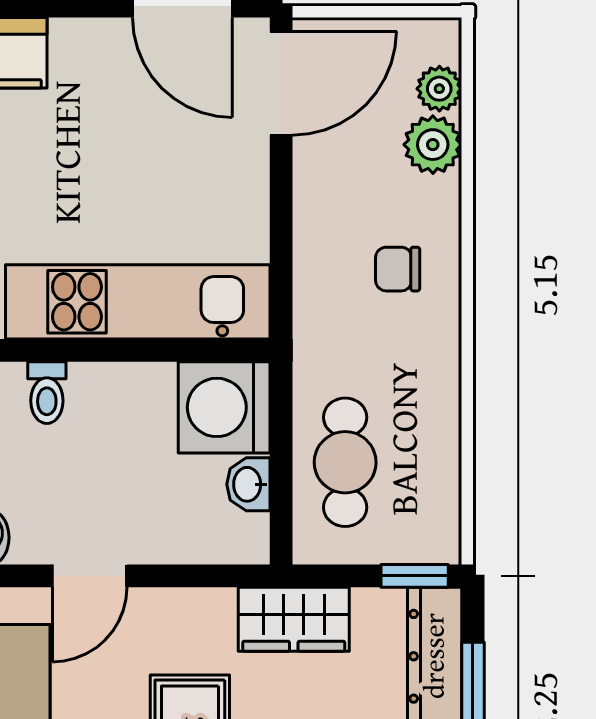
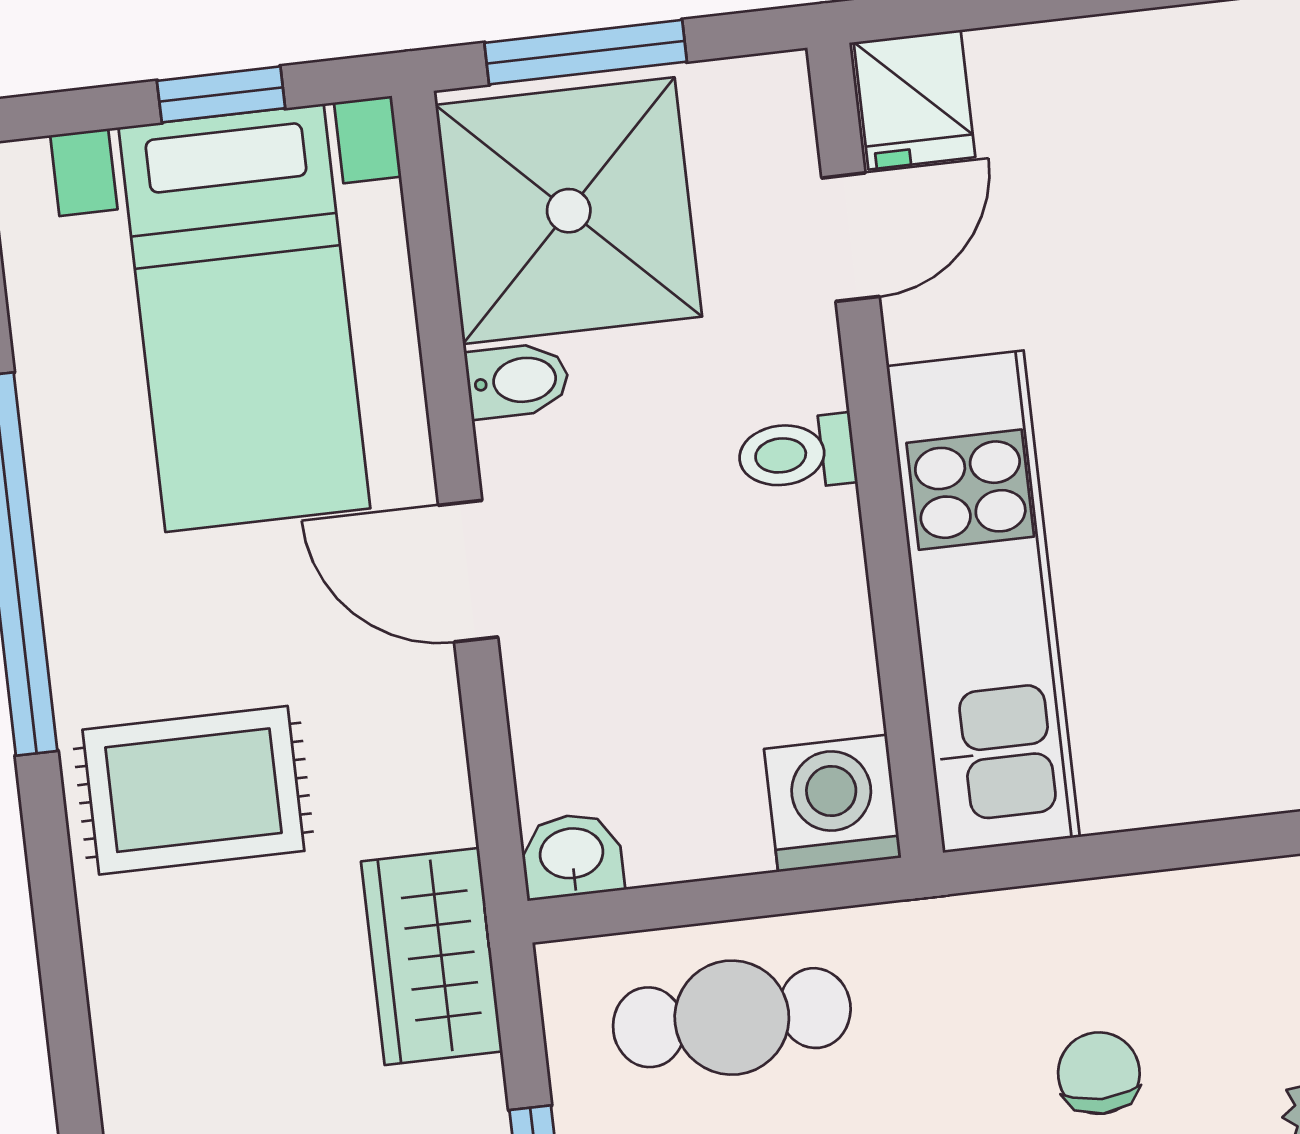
washing machine: (224, 407) -> (833, 803), width x0.73, depth x0.73
washbasin: (248, 484) -> (572, 856), moved

